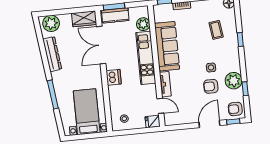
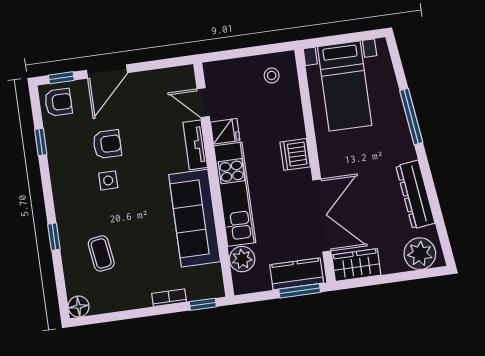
plant: (234, 81) -> (64, 157), removed
fridge: (153, 122) -> (225, 131), moved

